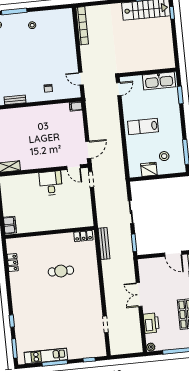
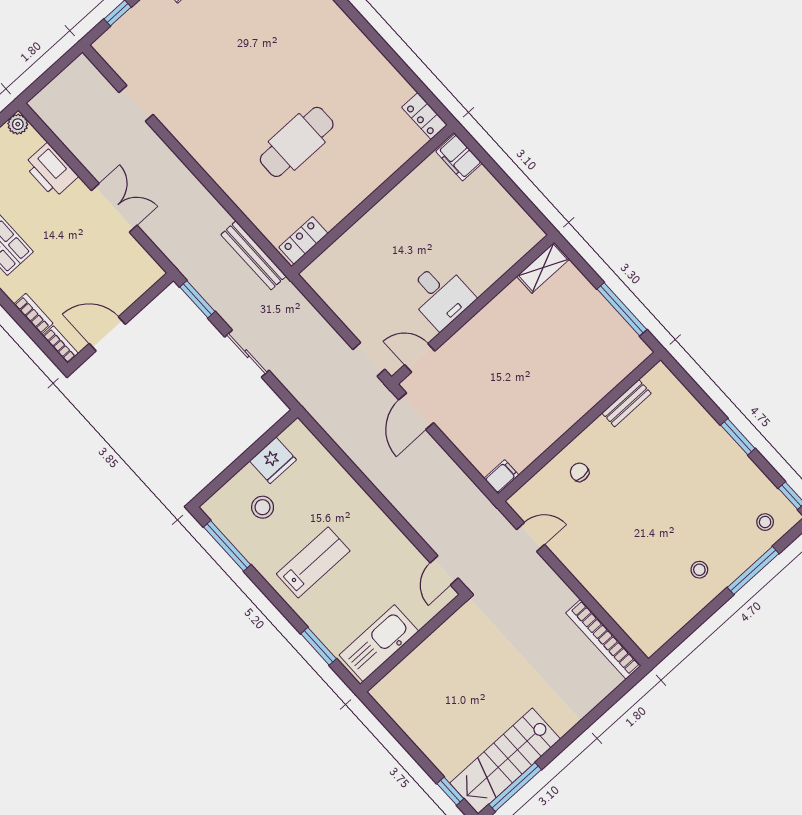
lab bench: (143, 126) -> (313, 562), moved
locker: (13, 263) -> (425, 116), moved
cafe table: (61, 271) -> (297, 142), width x1.37, depth x1.35

